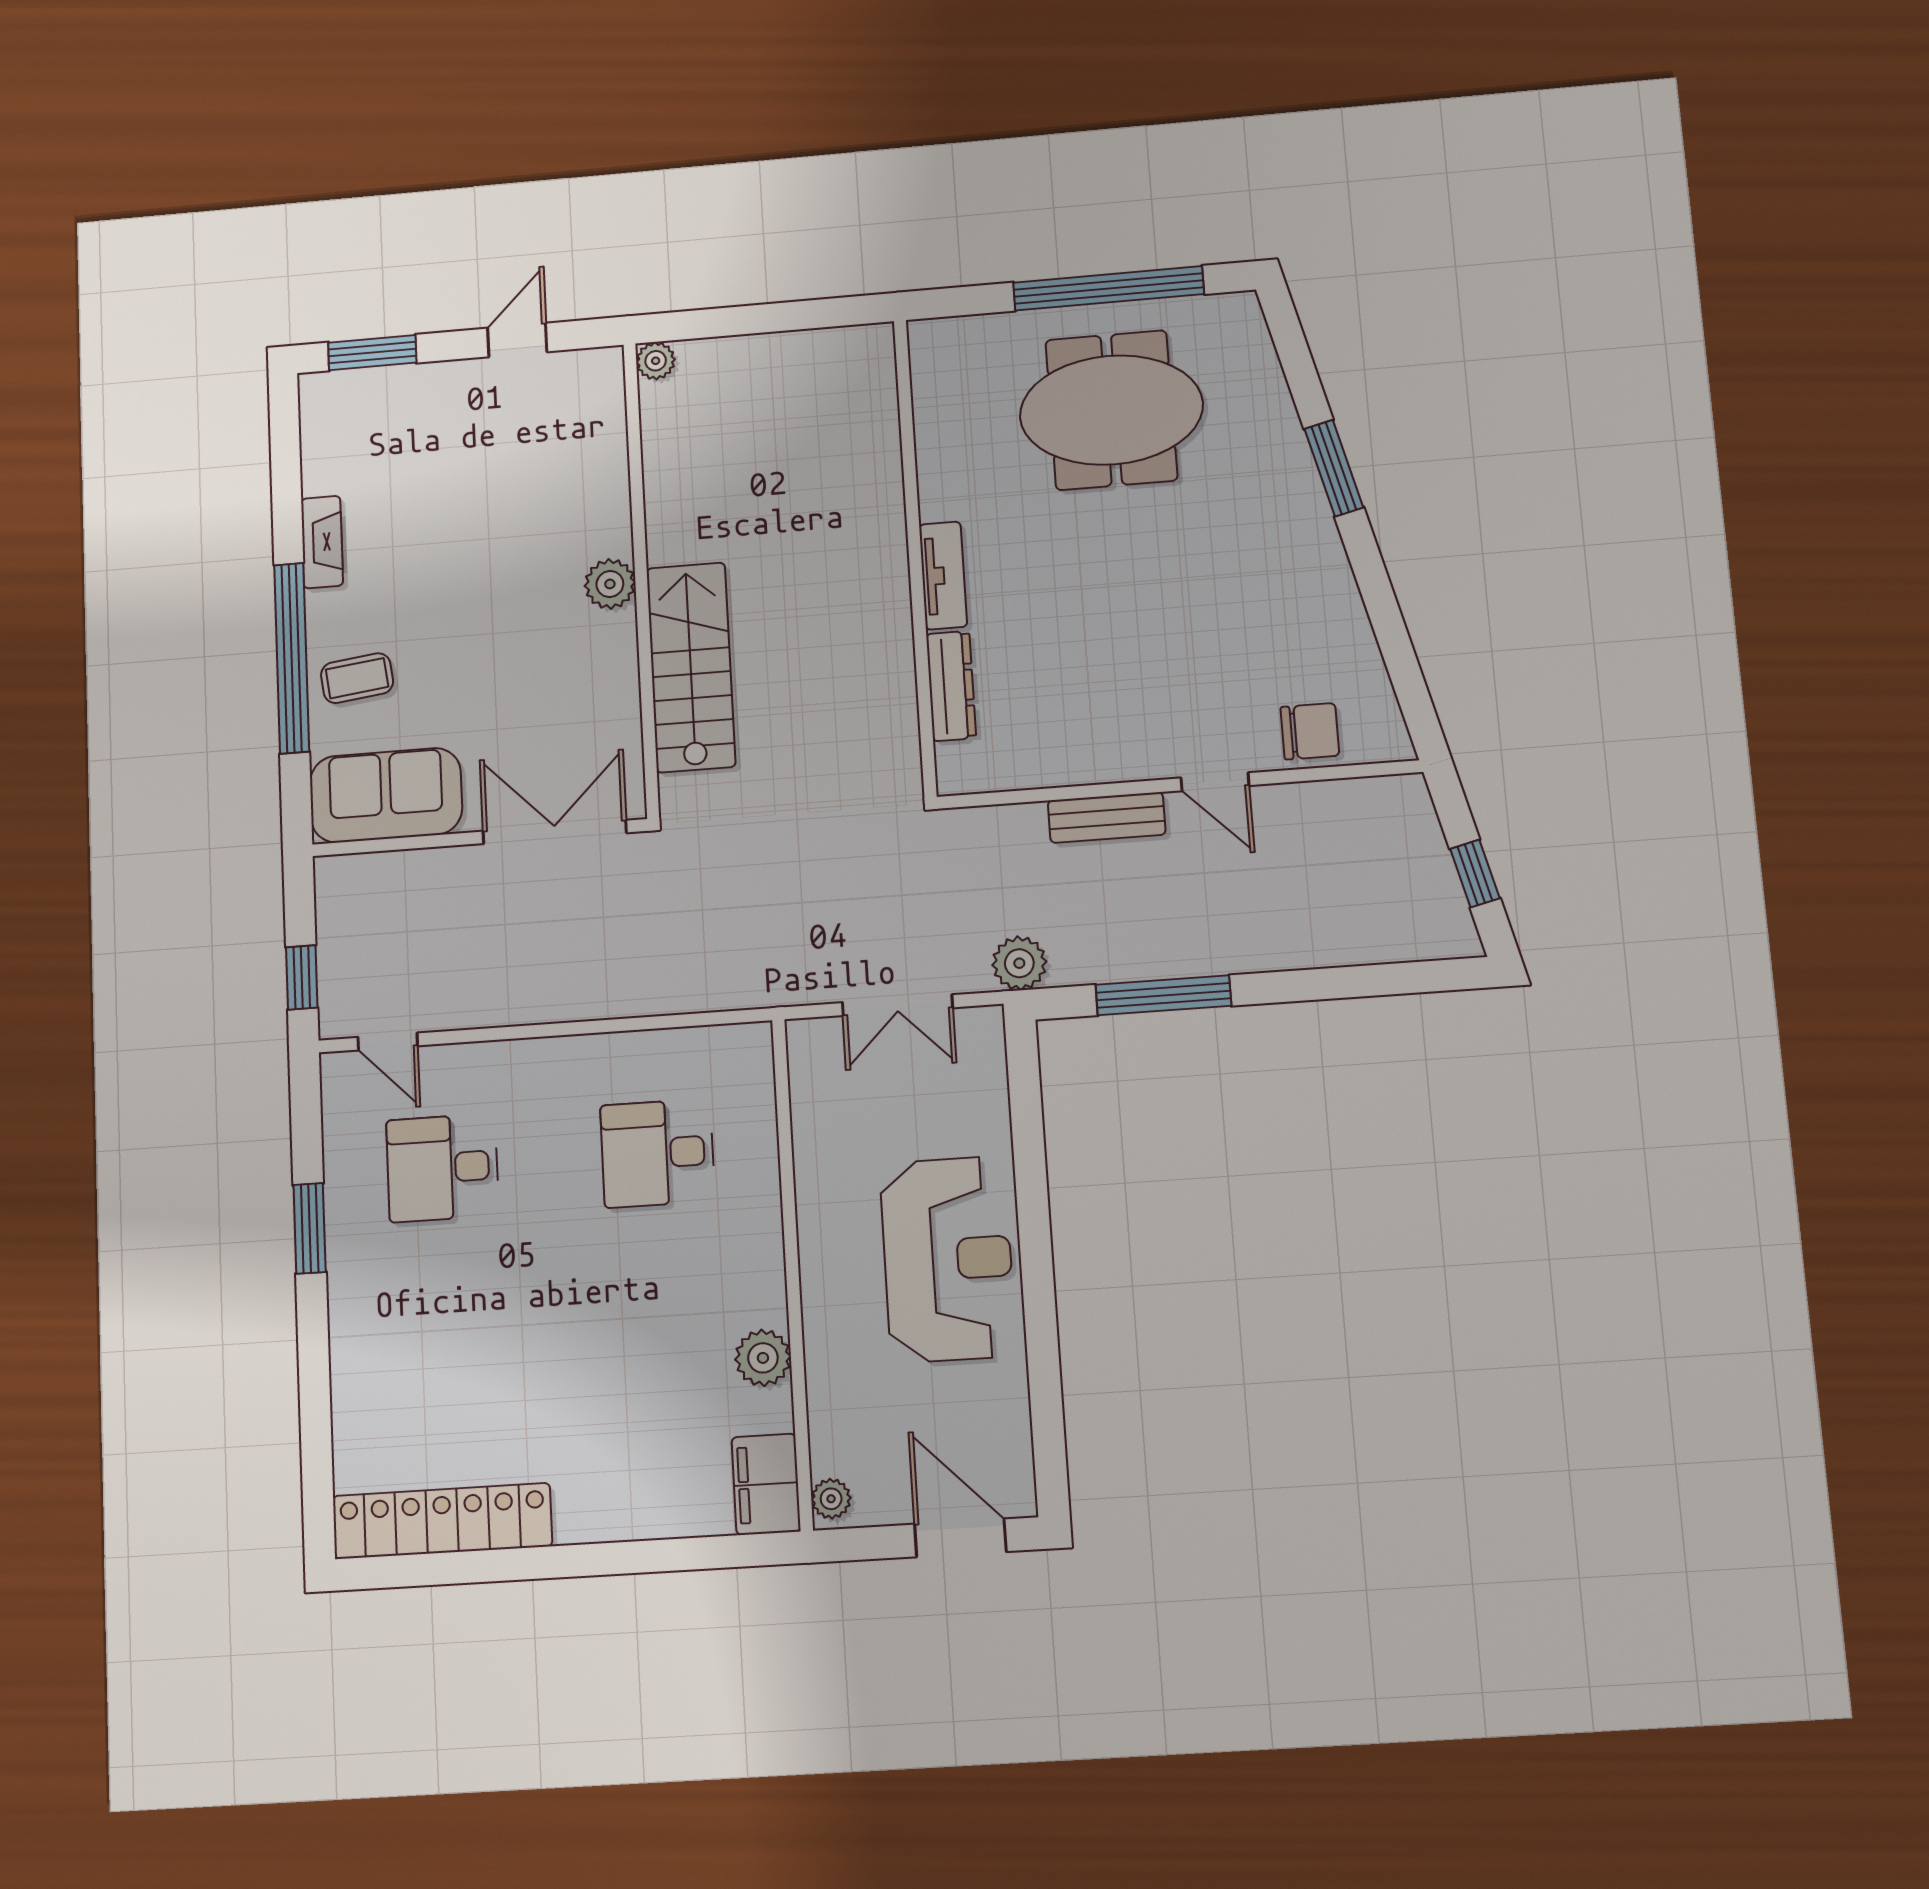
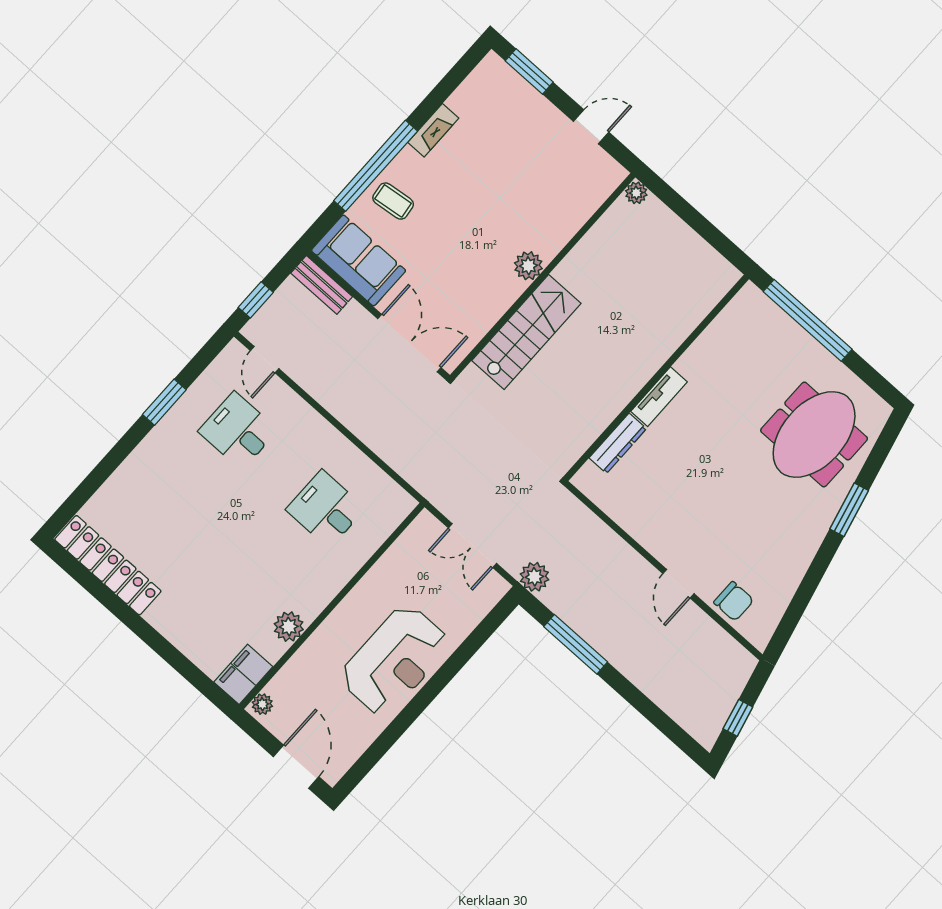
window: (1108, 288) -> (808, 320), moved
meeting table: (1111, 410) -> (814, 435), moved, turned 90
bench: (1107, 818) -> (322, 285), moved

